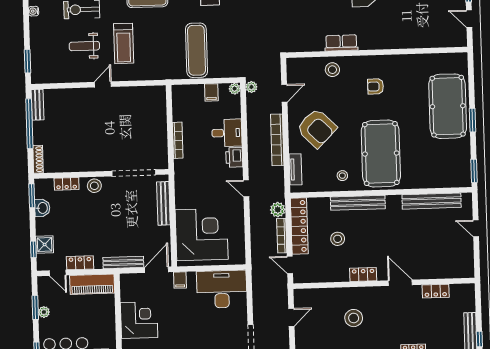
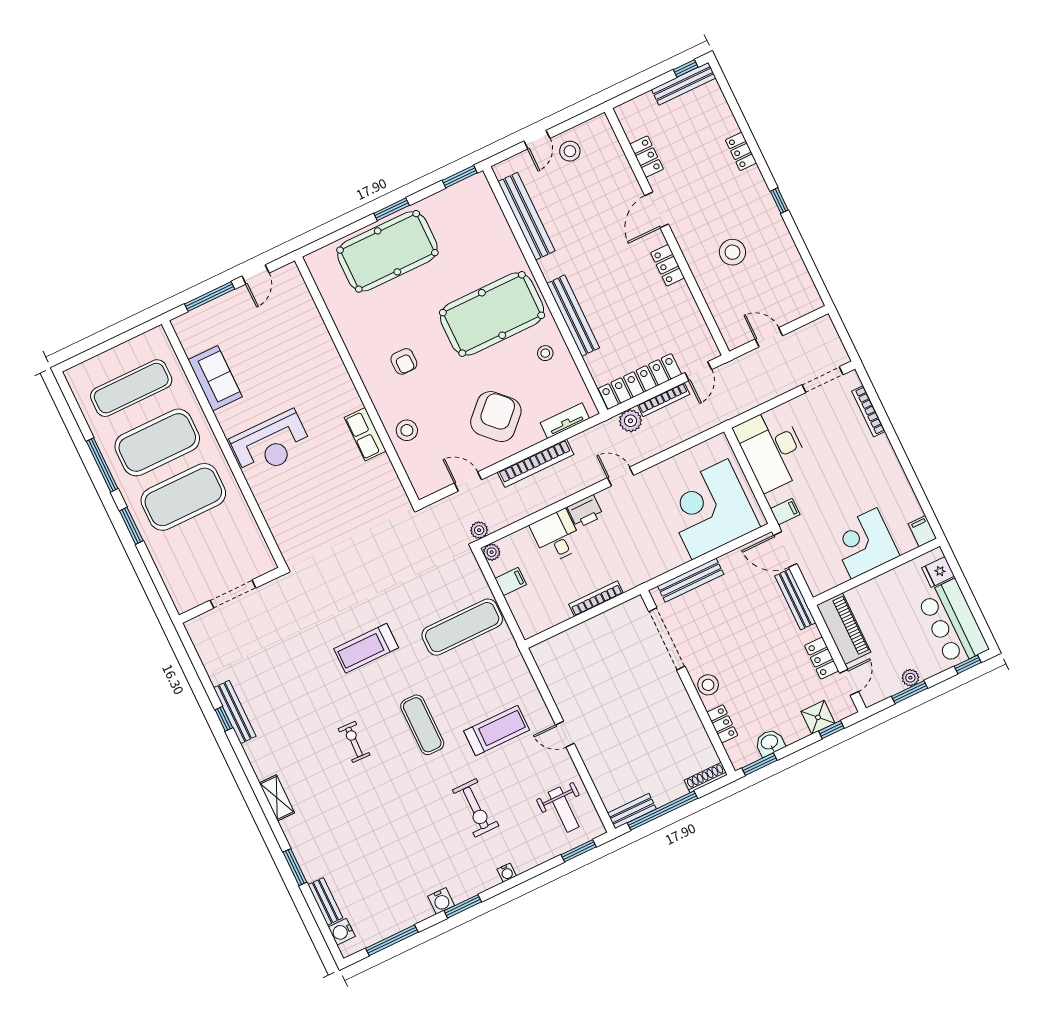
weight bench: (84, 46) -> (564, 810), moved
door: (246, 188) -> (621, 476), swing flipped
stool: (338, 239) -> (570, 151), moved

